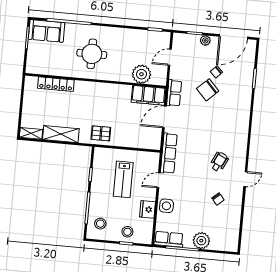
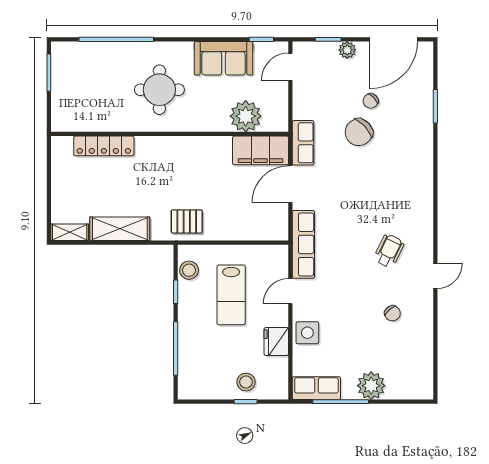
sofa: (47, 31) -> (224, 58), moved
door: (170, 57) -> (290, 67), moved
stool: (100, 224) -> (189, 270), moved

